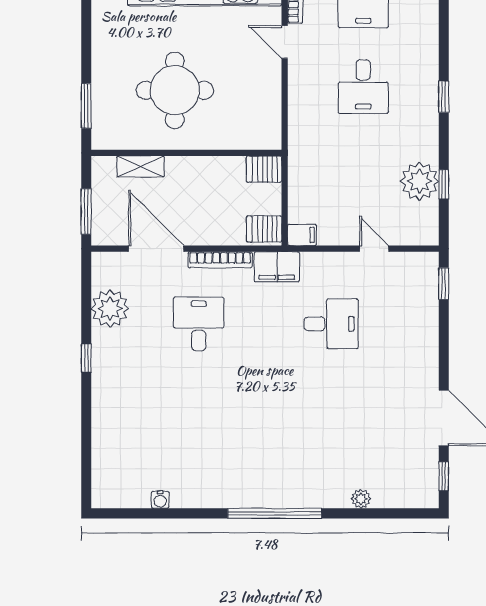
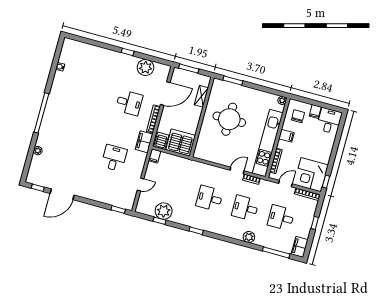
server rack: (264, 169) -> (181, 143), width x2.18, depth x1.44
desk: (331, 324) -> (114, 158), turned 180

